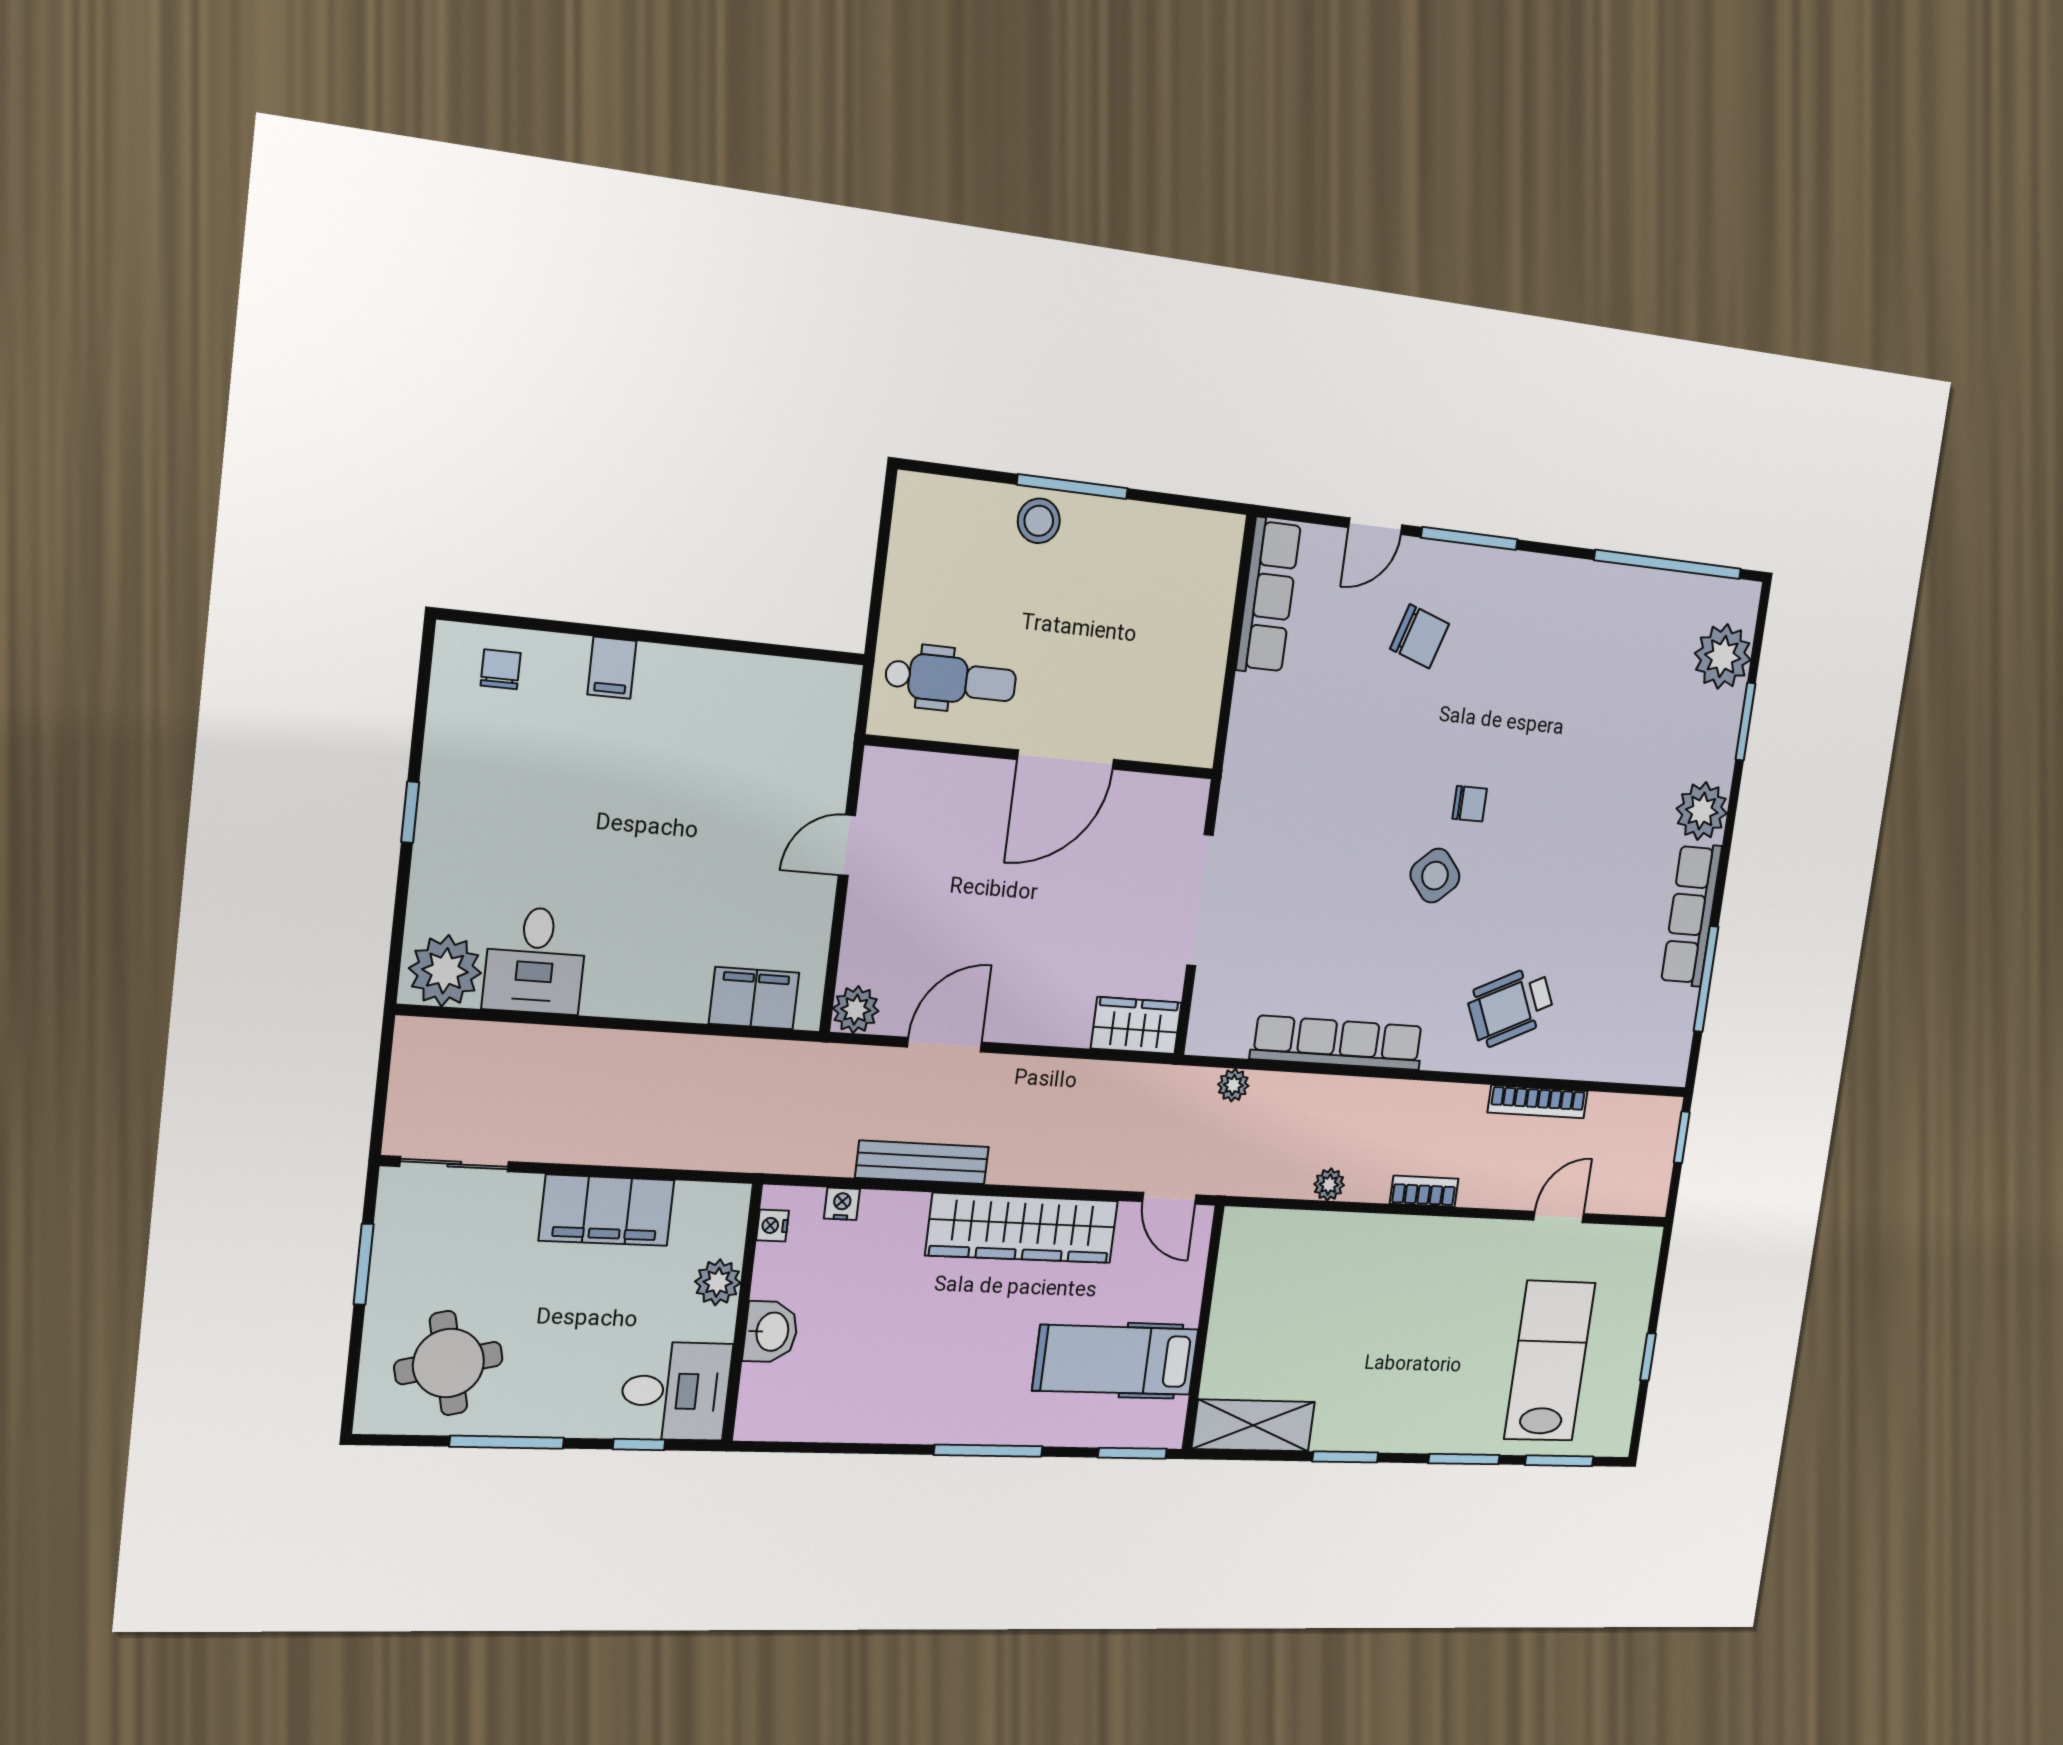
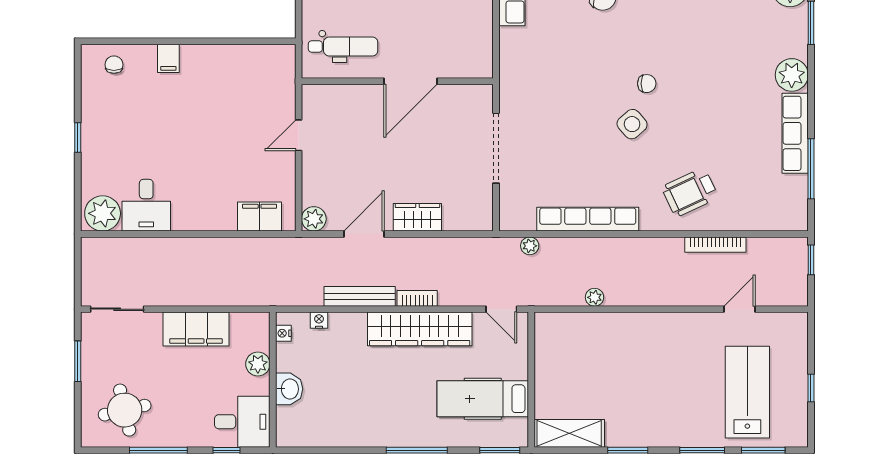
wardrobe: (1136, 1026) -> (417, 217), moved
bookcase: (1424, 1191) -> (417, 298), moved

